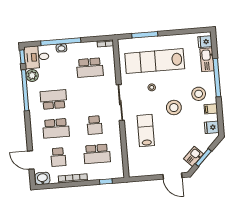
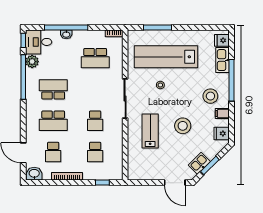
stool: (174, 108) -> (183, 126), moved
school desk: (97, 154) -> (95, 152), width x0.54

